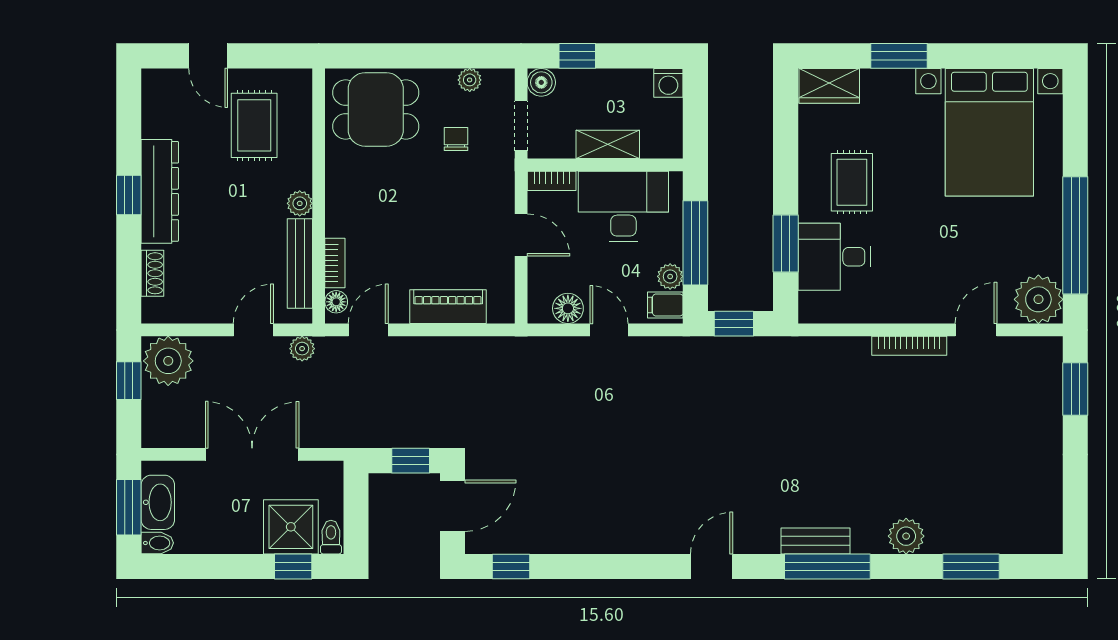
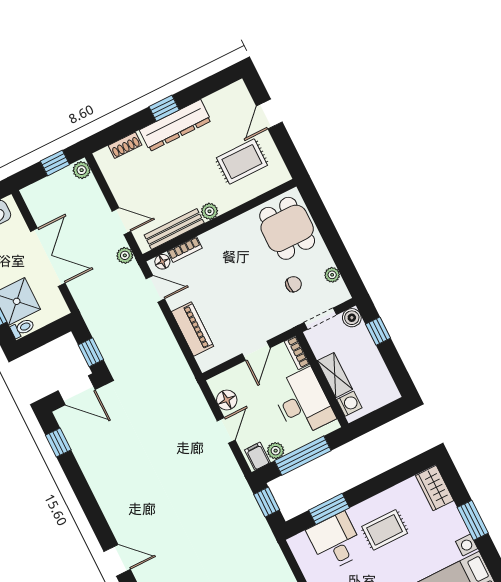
washing machine: (668, 83) -> (349, 404), moved, turned 180
plant: (168, 361) -> (82, 170), width x0.53, depth x0.53

